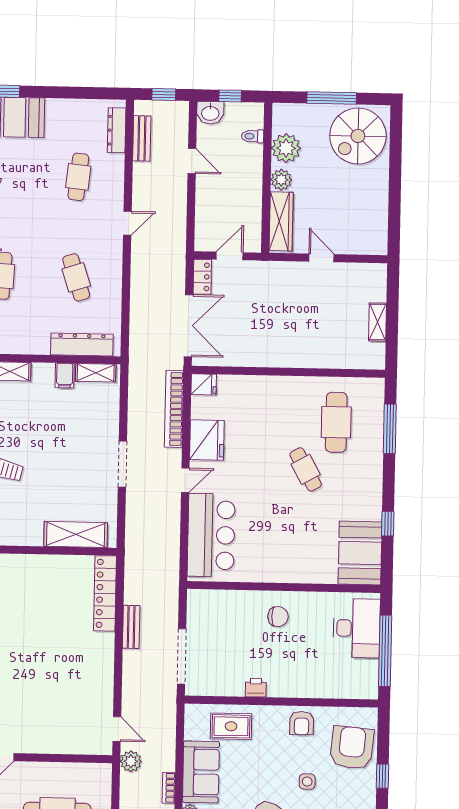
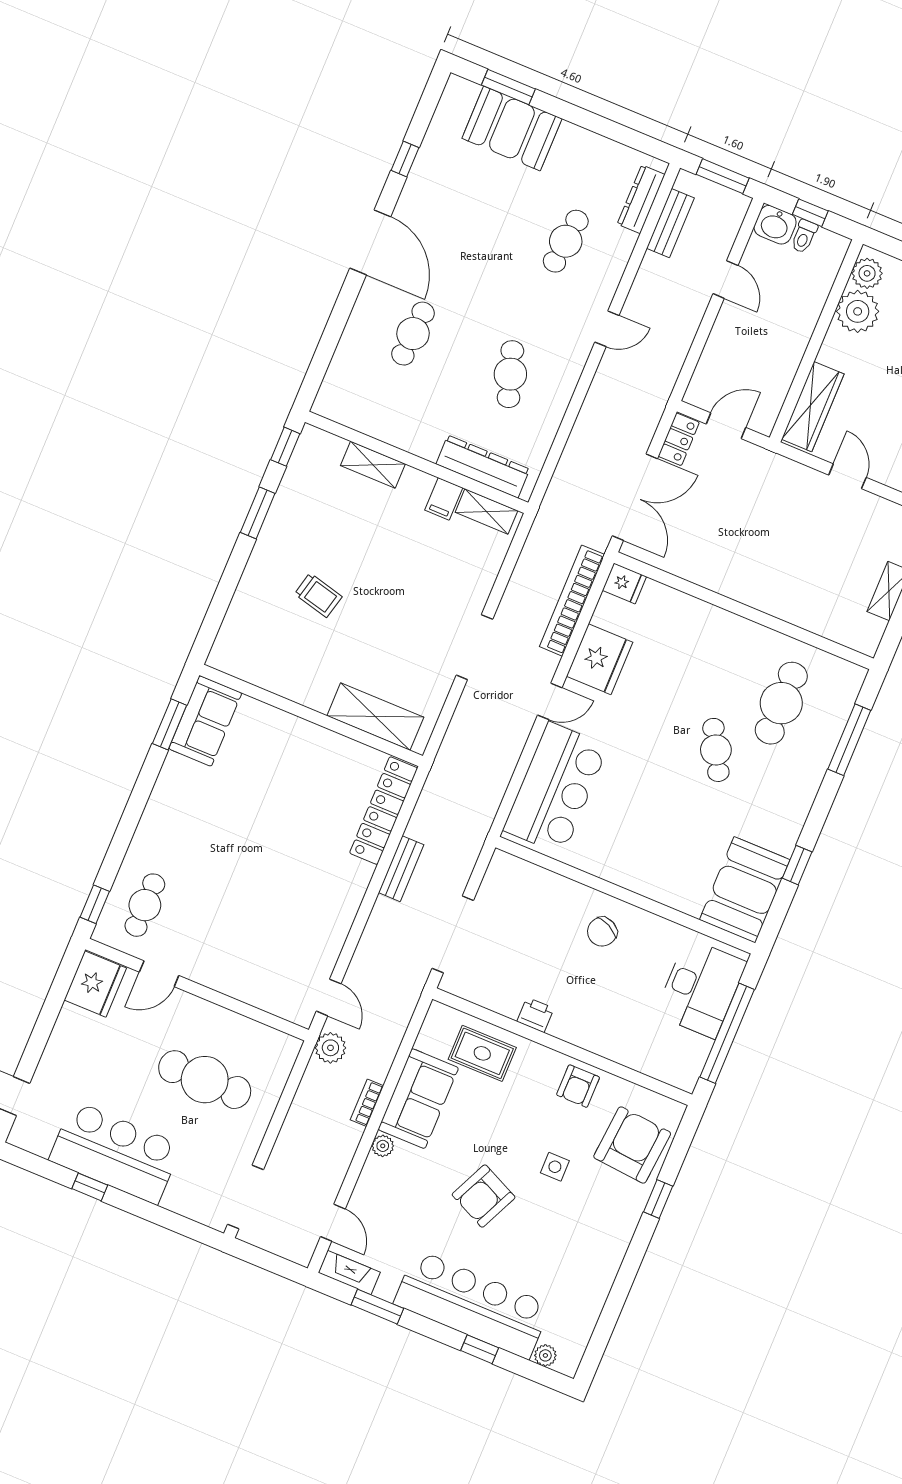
window: (164, 95) -> (723, 176), width x1.50
toilet: (253, 136) -> (804, 236), moved, turned -90
plant: (281, 180) -> (867, 273), moved
chair: (278, 617) -> (602, 932), turned 116

